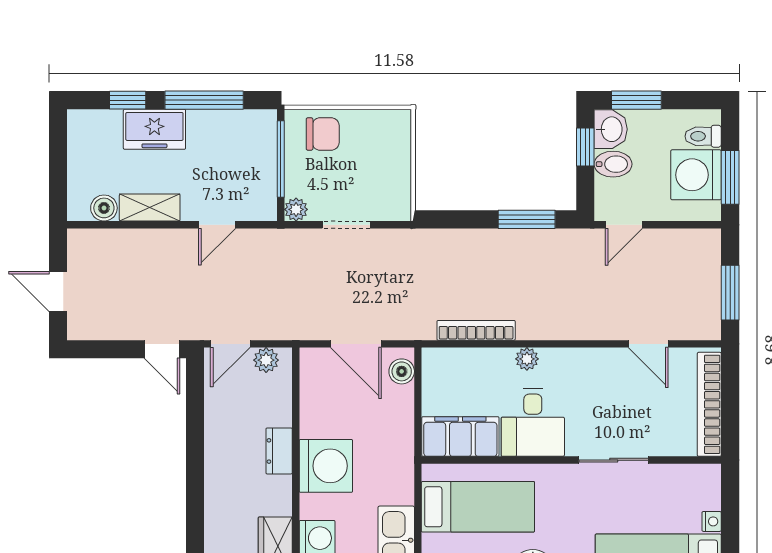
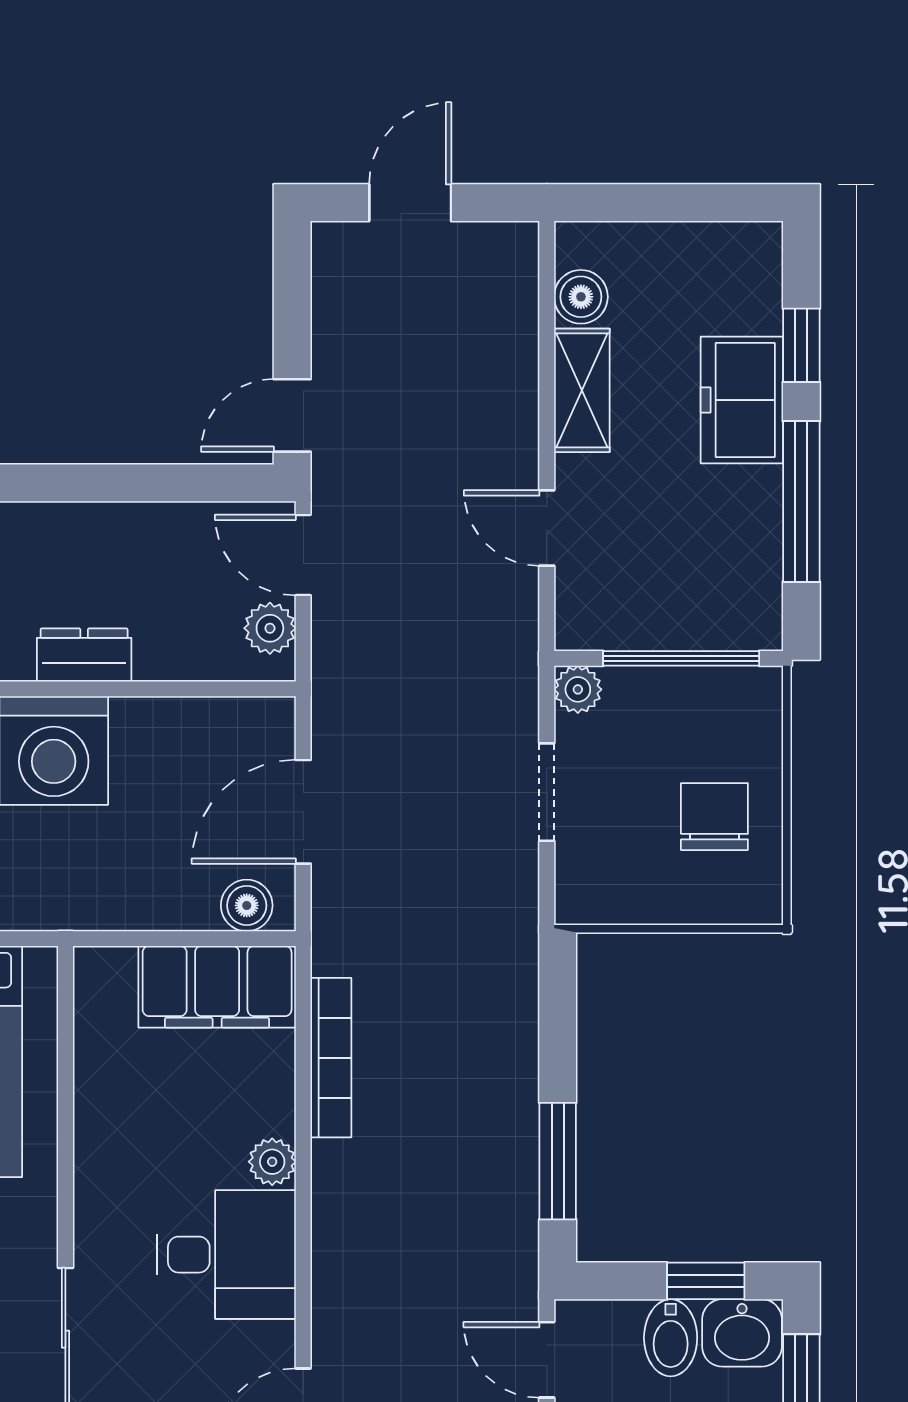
chair: (323, 134) -> (714, 817), moved, turned 180
desk: (533, 423) -> (226, 1255), moved, turned 180
filing cabinet: (460, 437) -> (217, 987), moved, turned 90

